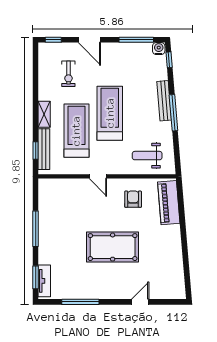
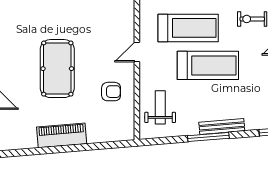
piano: (169, 203) -> (62, 135), moved

